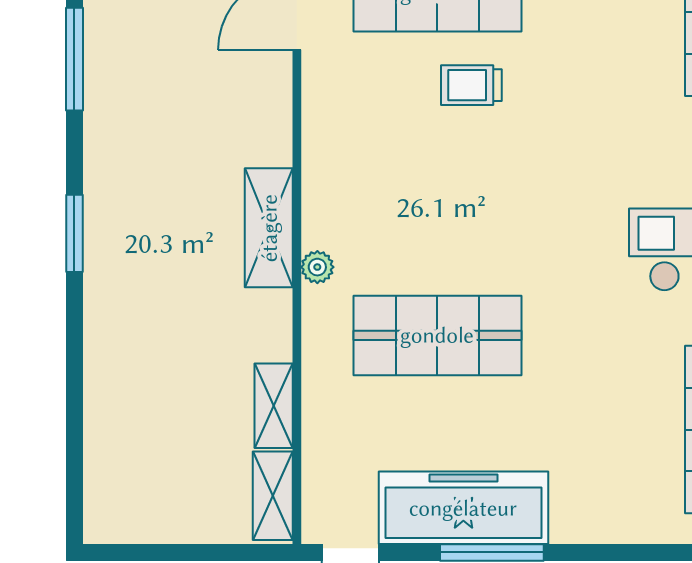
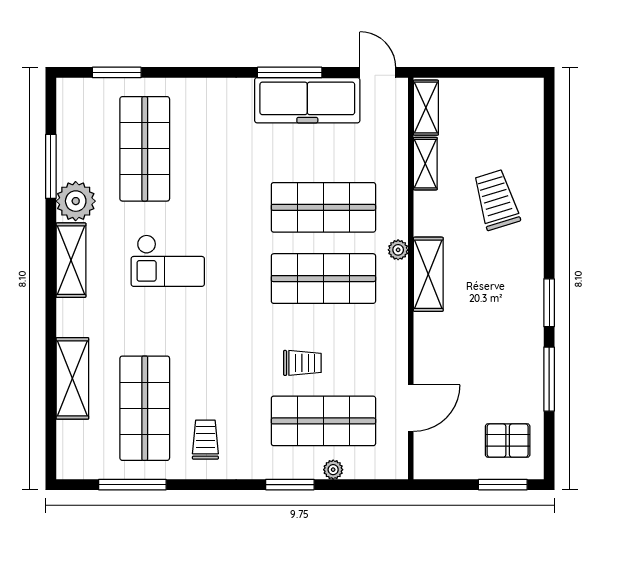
shop shelf: (437, 221) -> (323, 279), added
window: (74, 233) -> (549, 303), moved
trolley: (159, 348) -> (496, 200), added

